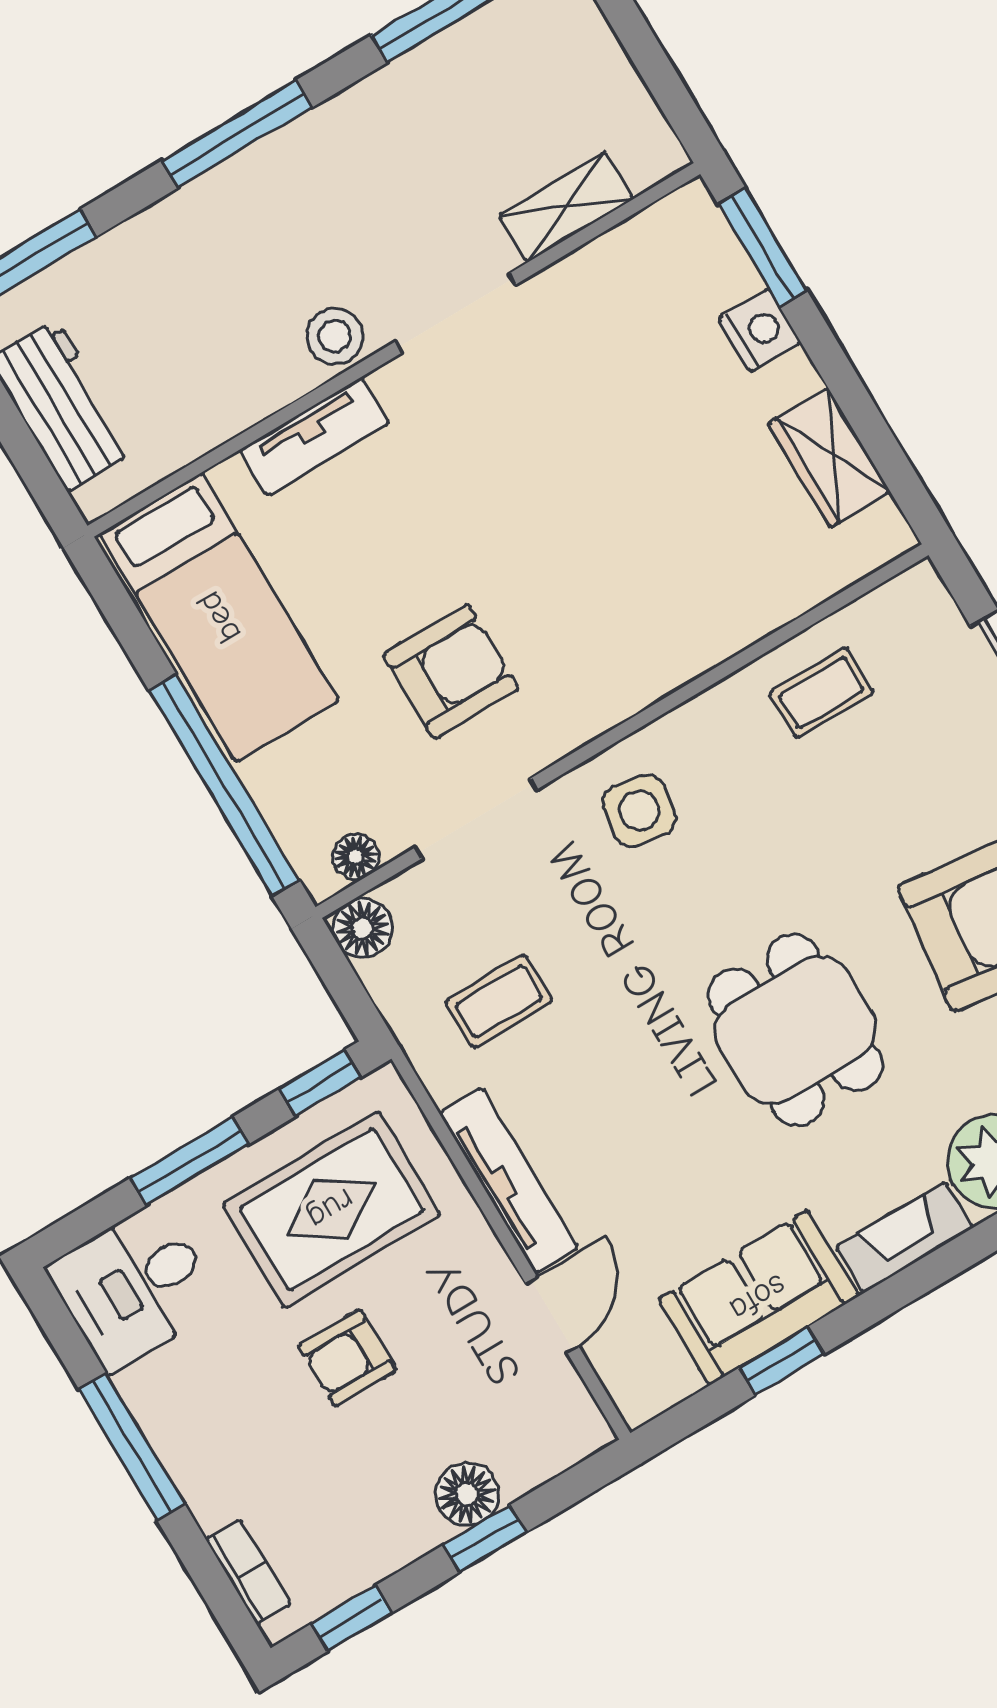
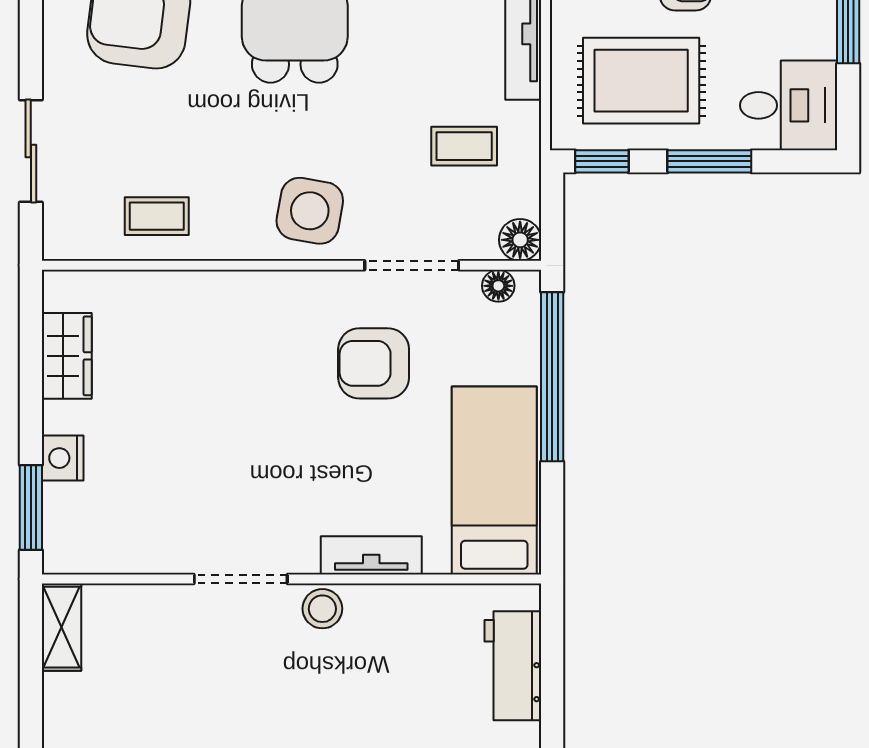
shelving: (566, 207) -> (62, 627), moved, turned 90
side table: (639, 811) -> (310, 211), width x1.37, depth x1.37

